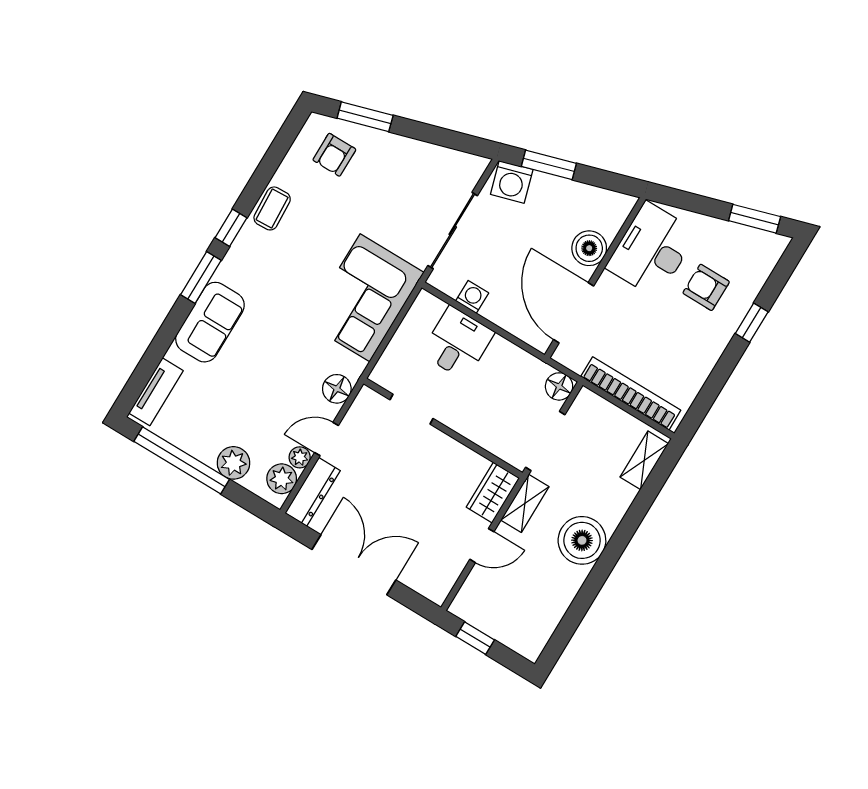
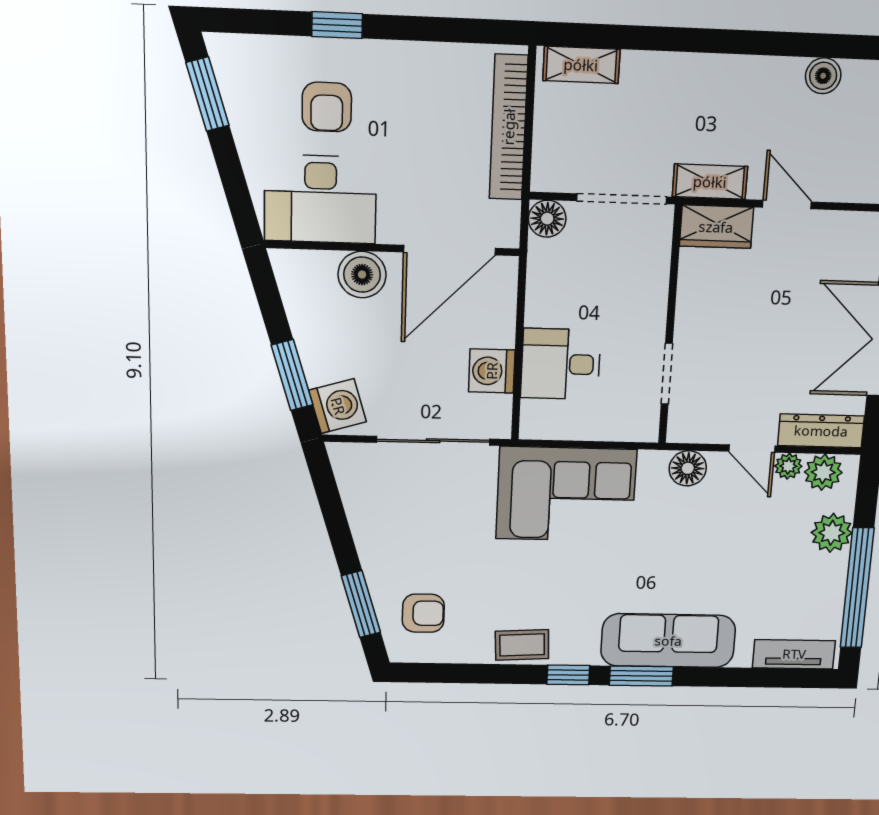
washing machine: (472, 297) -> (492, 371), width x1.38, depth x1.38
sofa: (210, 322) -> (668, 641), width x1.36
boiler: (582, 540) -> (823, 76), moved, width x0.54, depth x0.54

